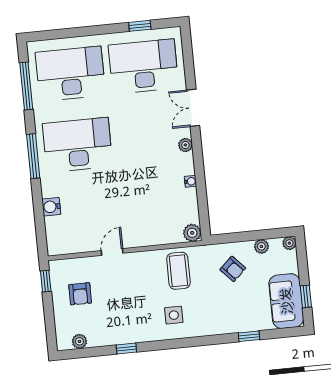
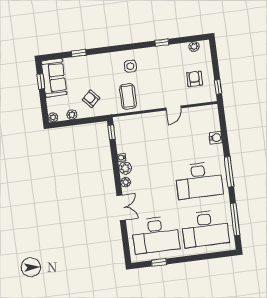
window: (204, 219) -> (111, 132), added
plant: (192, 233) -> (125, 168), moved

